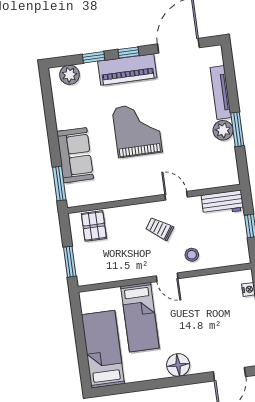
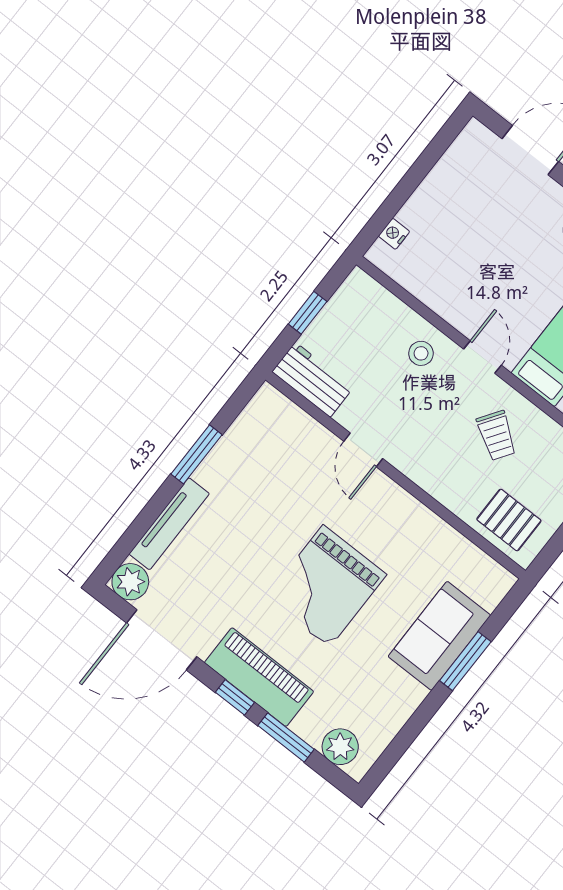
window: (94, 57) -> (286, 737), width x1.50
plant: (223, 130) -> (130, 582), moved
window: (59, 184) -> (465, 661), moved
pallet: (94, 226) -> (509, 520), turned 90
trolley: (160, 229) -> (497, 435), moved

